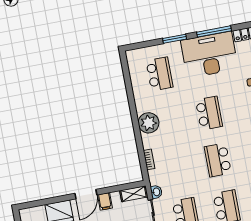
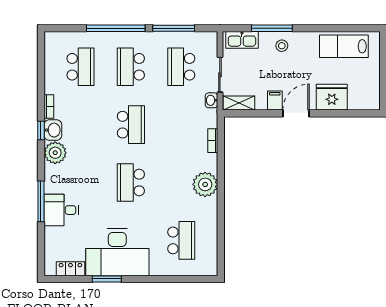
window: (214, 31) -> (107, 279), width x0.69
window: (175, 39) -> (155, 279), removed
school desk: (159, 74) -> (181, 240), turned 180

